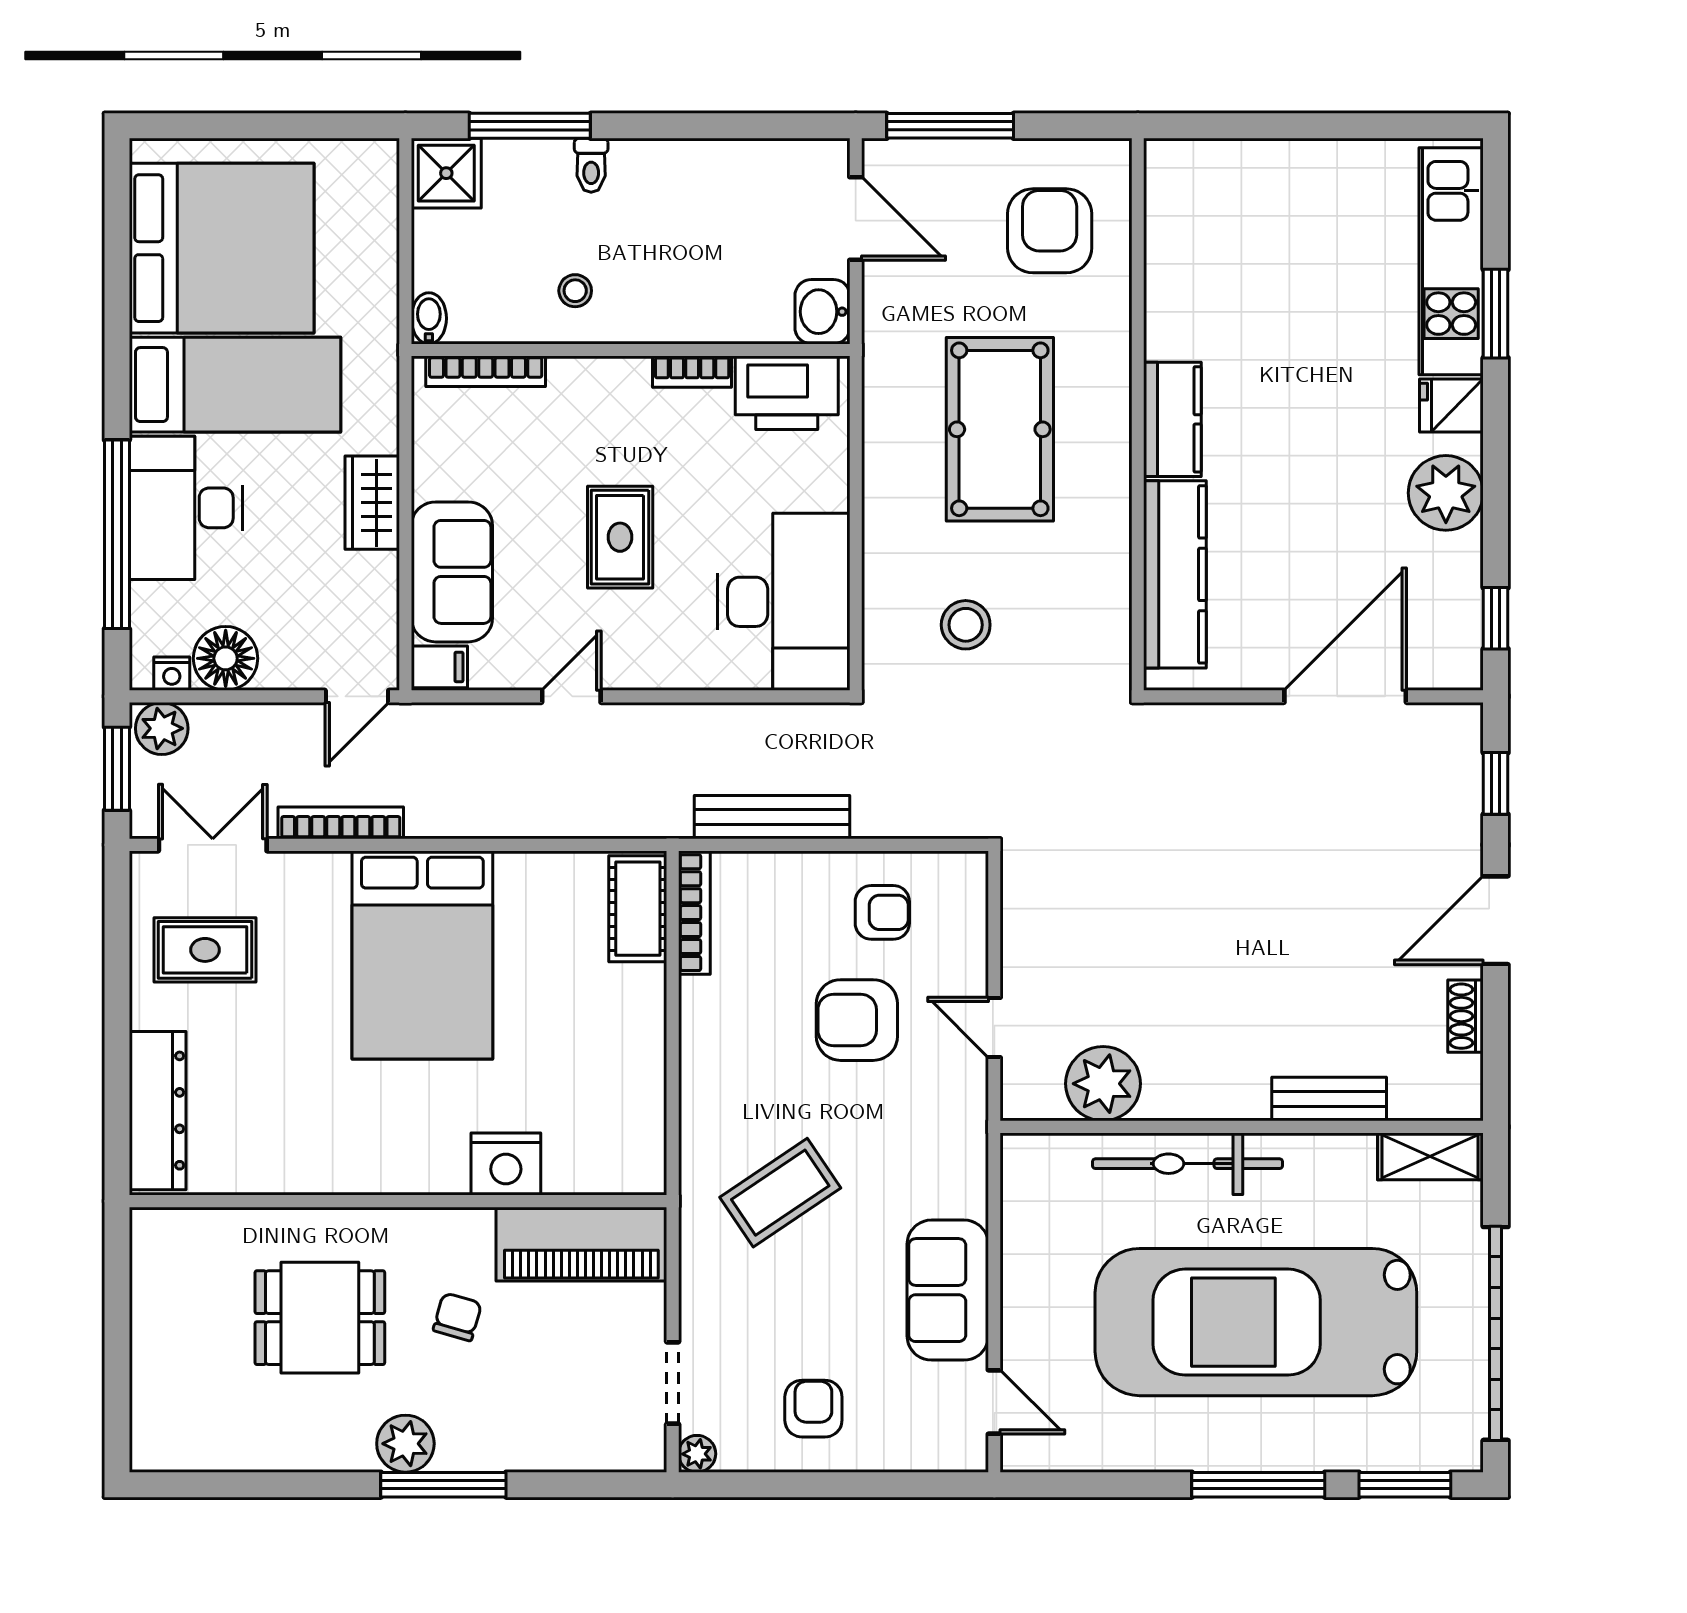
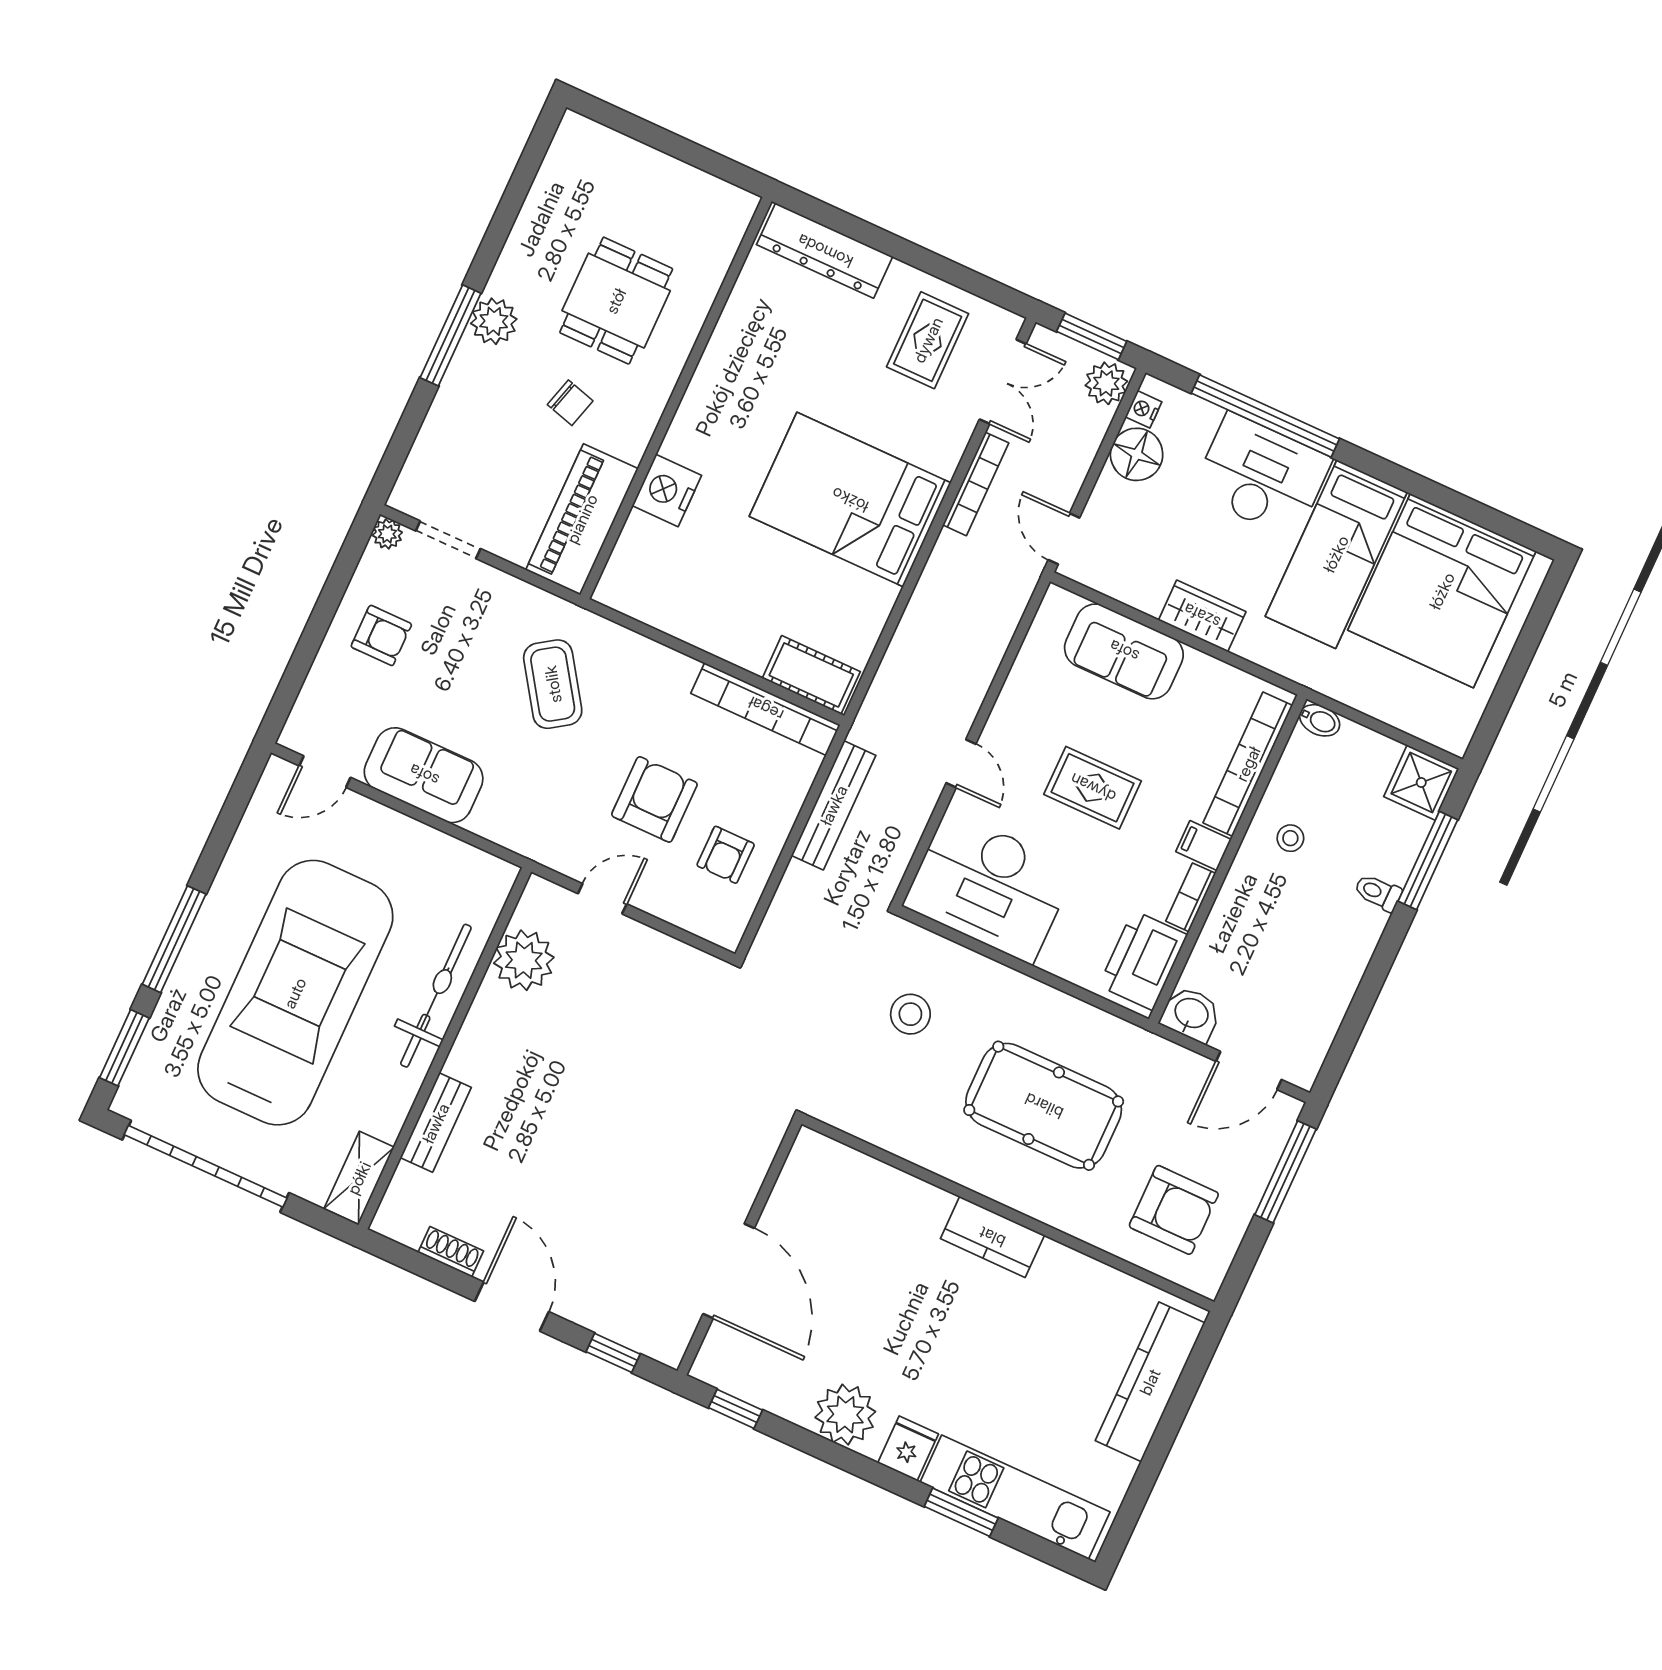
bookcase: (486, 371) -> (1248, 764), width x1.48, depth x1.31
kitchen counter: (1175, 574) -> (1150, 1382), moved, turned 90
filing cabinet: (439, 667) -> (1204, 845), moved, turned 90
door: (571, 696) -> (961, 764), moved
bookcase: (694, 913) -> (766, 709), width x1.48, depth x1.31

